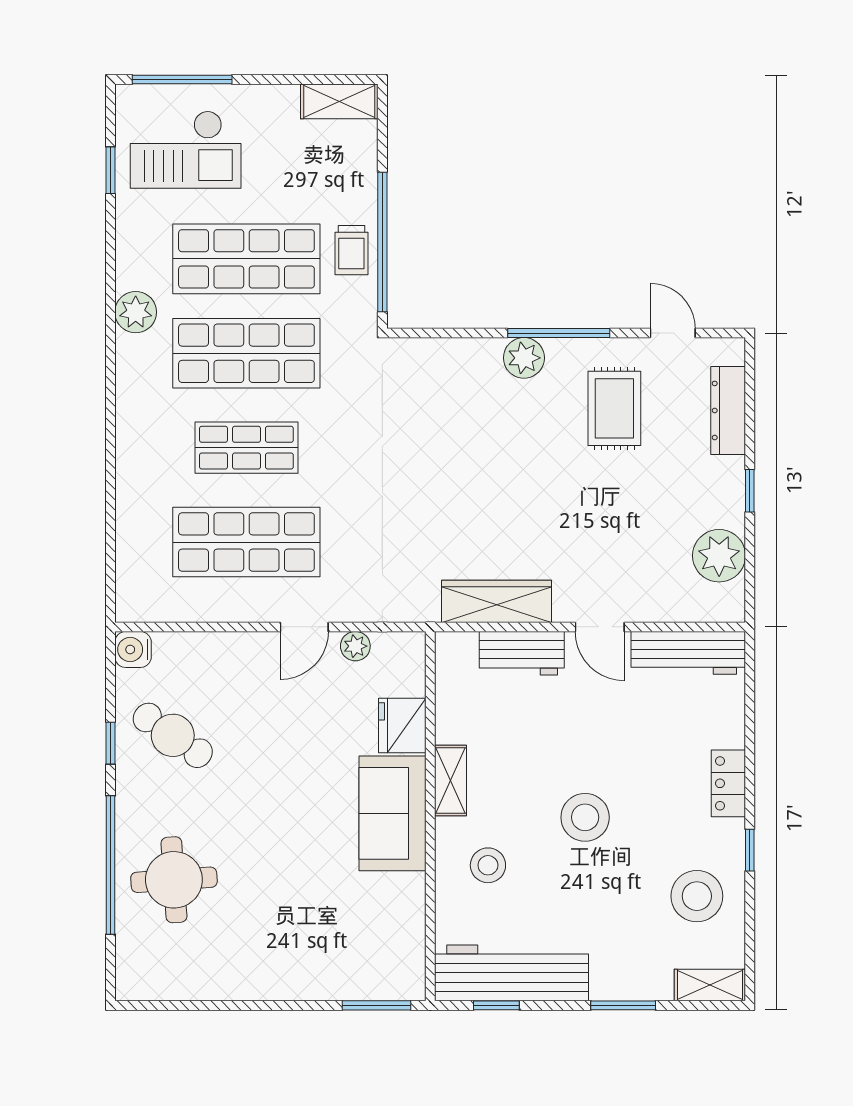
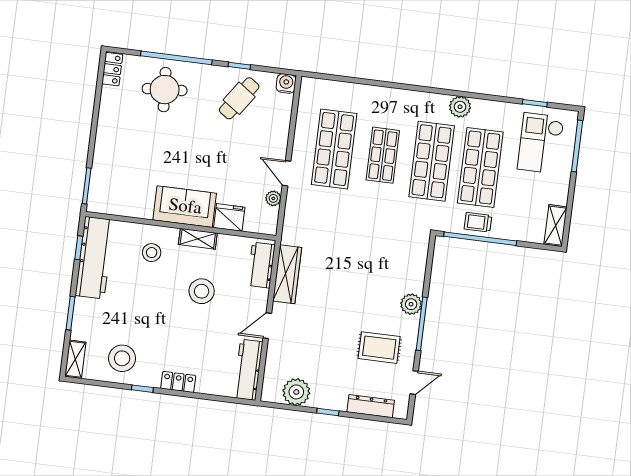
workbench: (522, 653) -> (261, 265), moved
stool: (585, 817) -> (202, 291), moved
locker: (148, 984) -> (112, 69), added

